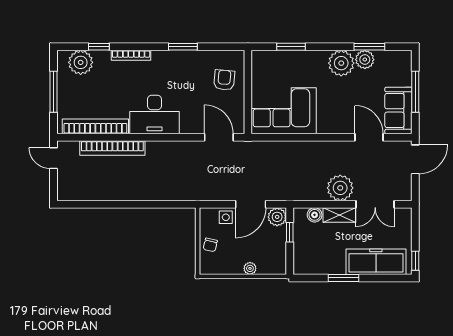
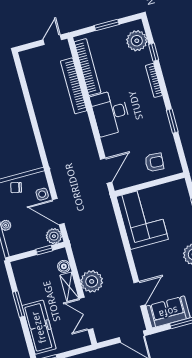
window: (54, 92) -> (107, 25), width x0.69

